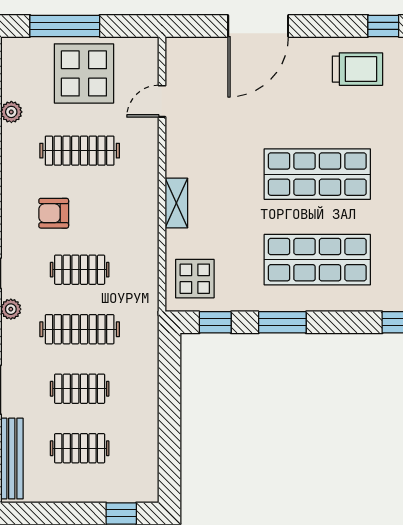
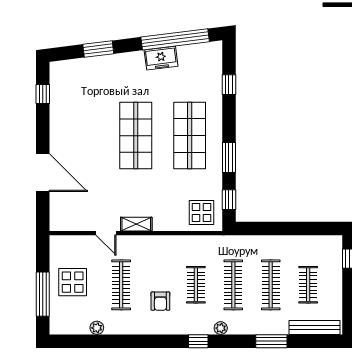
trolley: (357, 69) -> (70, 110), removed
display table: (84, 73) -> (73, 282), width x0.73, depth x0.73
door: (162, 101) -> (106, 233), moved
shelving: (176, 203) -> (136, 224), moved
clothes rail: (80, 389) -> (271, 285), width x1.36

